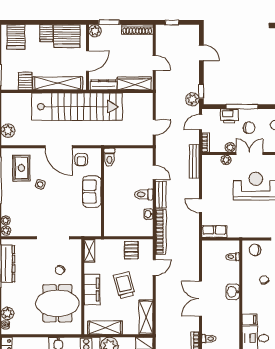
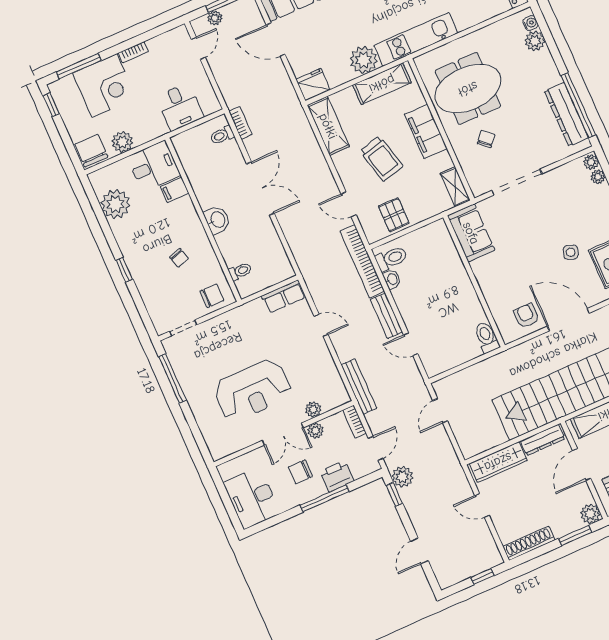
door: (201, 53) -> (419, 551), hinge flipped
sofa: (92, 192) -> (471, 233), moved
toilet: (144, 194) -> (391, 258), moved
door: (154, 267) -> (349, 204), hinge flipped

